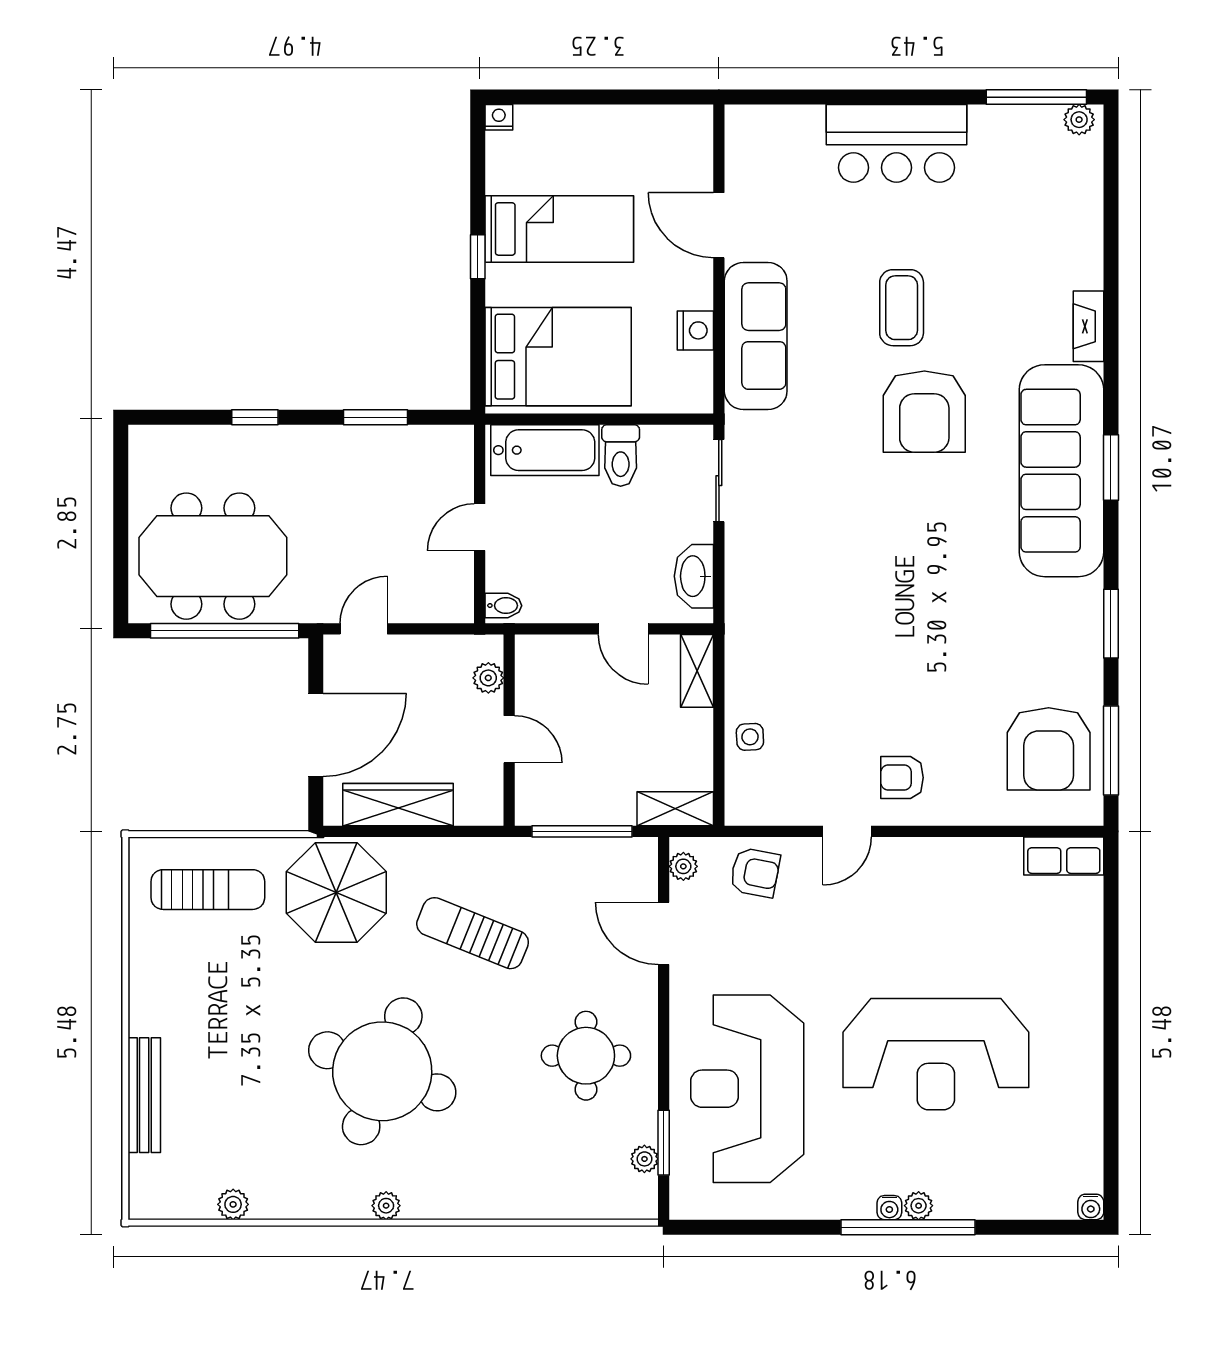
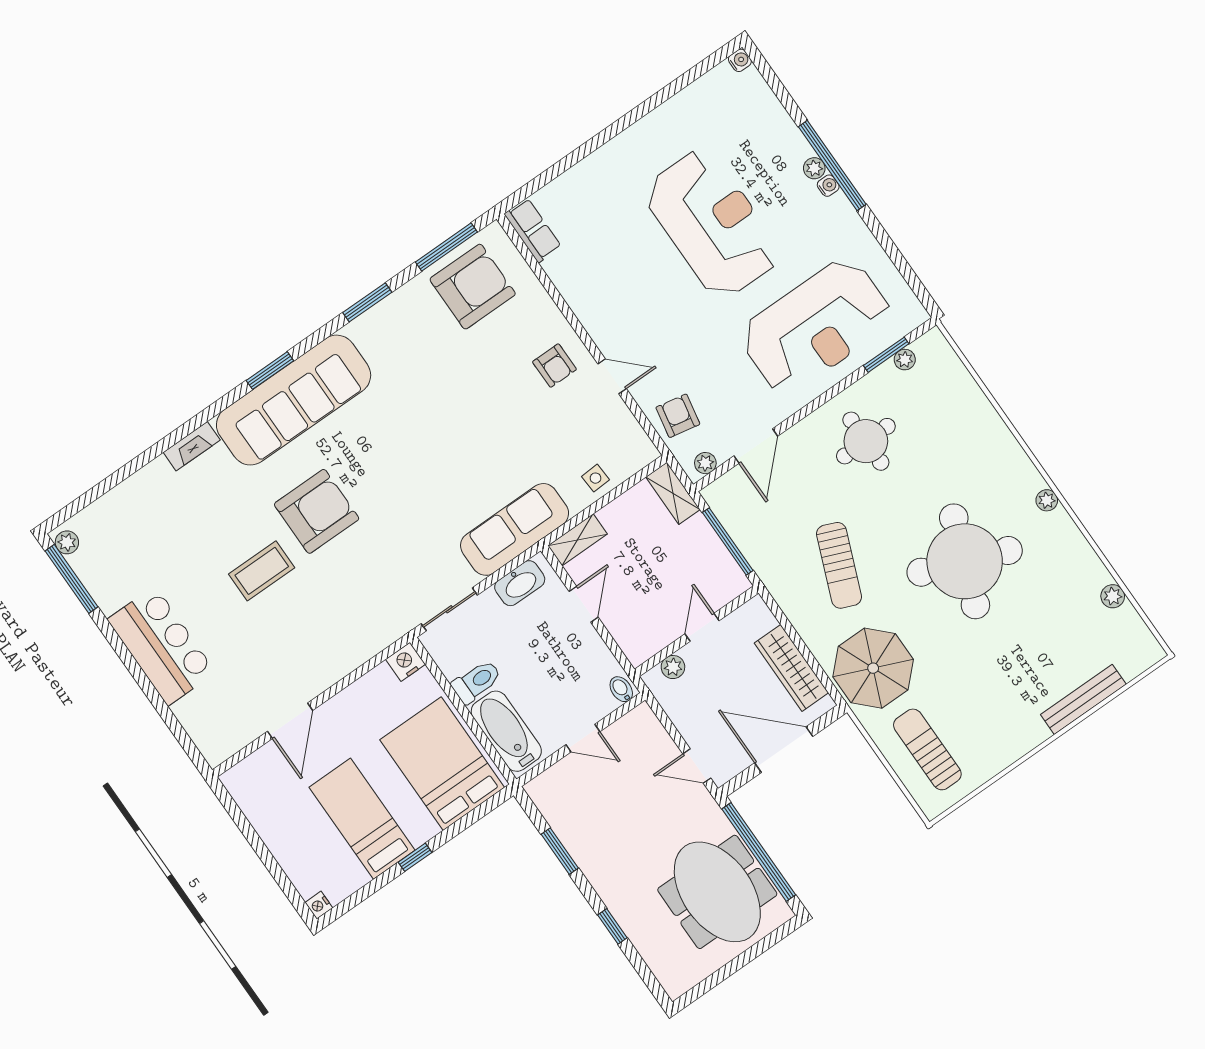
nightstand: (695, 330) -> (406, 662), moved
sofa: (756, 336) -> (515, 529), moved

